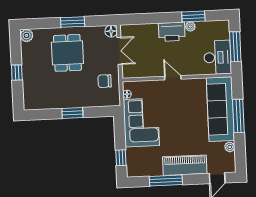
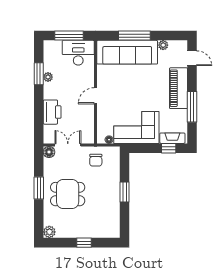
printer: (172, 32) -> (52, 112), moved
fireplace: (132, 161) -> (172, 138), added

